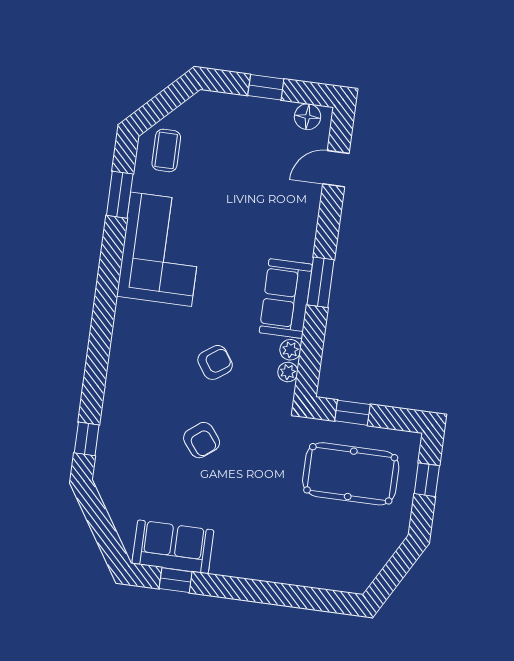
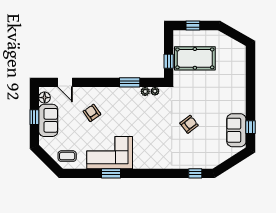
window: (120, 195) -> (111, 173), moved
window: (321, 282) -> (130, 82), moved
sofa: (286, 299) -> (48, 120), moved, turned -90
armchair: (215, 362) -> (92, 113), moved
pool table: (351, 474) -> (195, 58), turned 90

